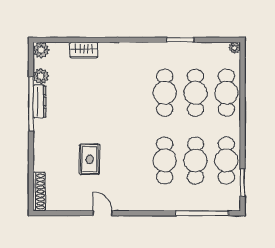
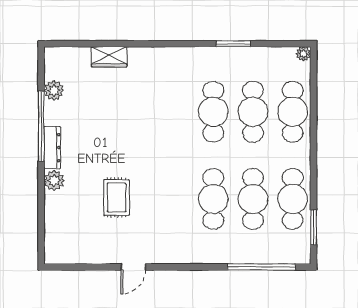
plant: (41, 50) -> (54, 181), moved
dresser: (40, 102) -> (52, 148), moved
shoe rack: (39, 191) -> (52, 239), removed
door: (102, 213) -> (133, 267), swing flipped

